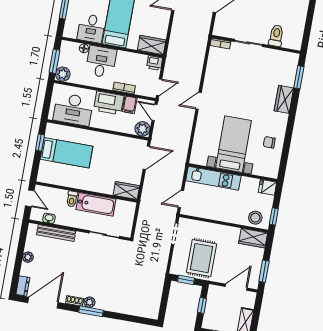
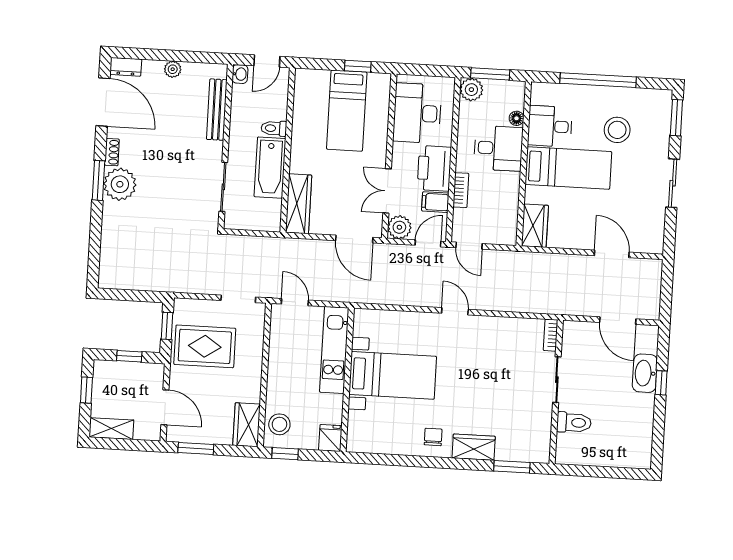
printer: (155, 63) -> (507, 234), removed
double door: (119, 134) -> (387, 191), added
chair: (269, 142) -> (433, 437), moved
wardrobe: (126, 190) -> (299, 204), width x1.50
washbasin: (49, 218) -> (240, 74), moved
plant: (89, 302) -> (120, 184), width x1.88, depth x1.88

